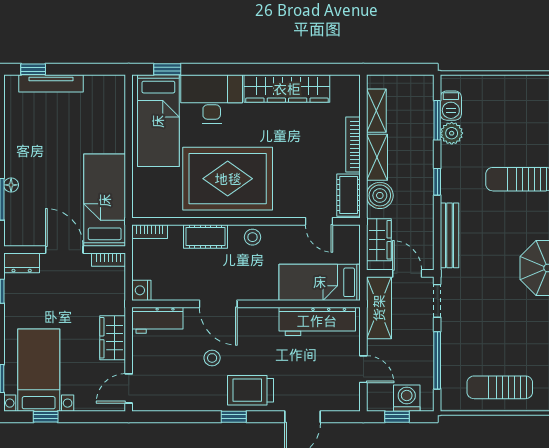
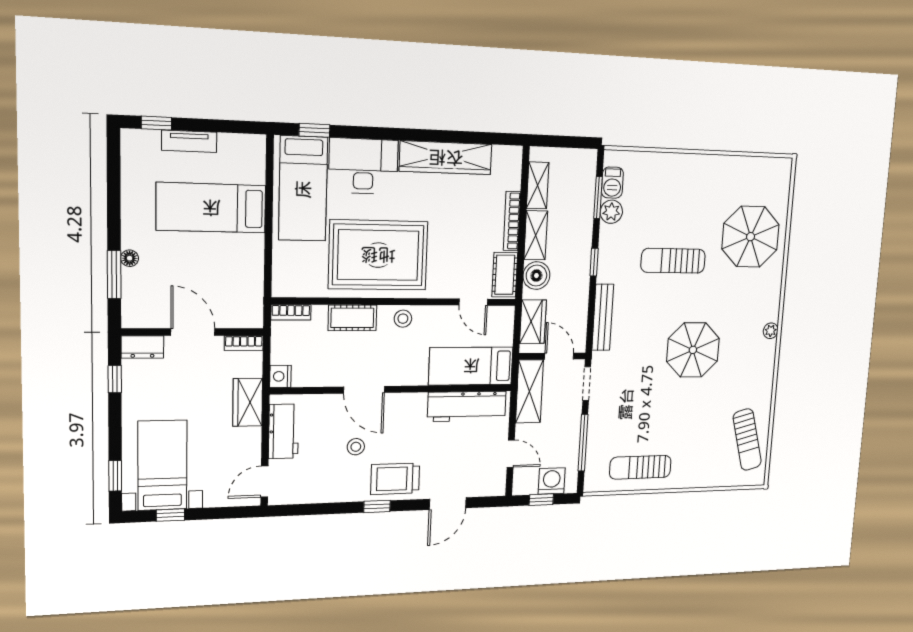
tv unit: (51, 83) -> (189, 141), width x0.71
bed: (105, 200) -> (211, 208), moved, turned -90
workbench: (157, 320) -> (284, 431), moved, turned -90
wardrobe: (113, 338) -> (248, 402), moved

